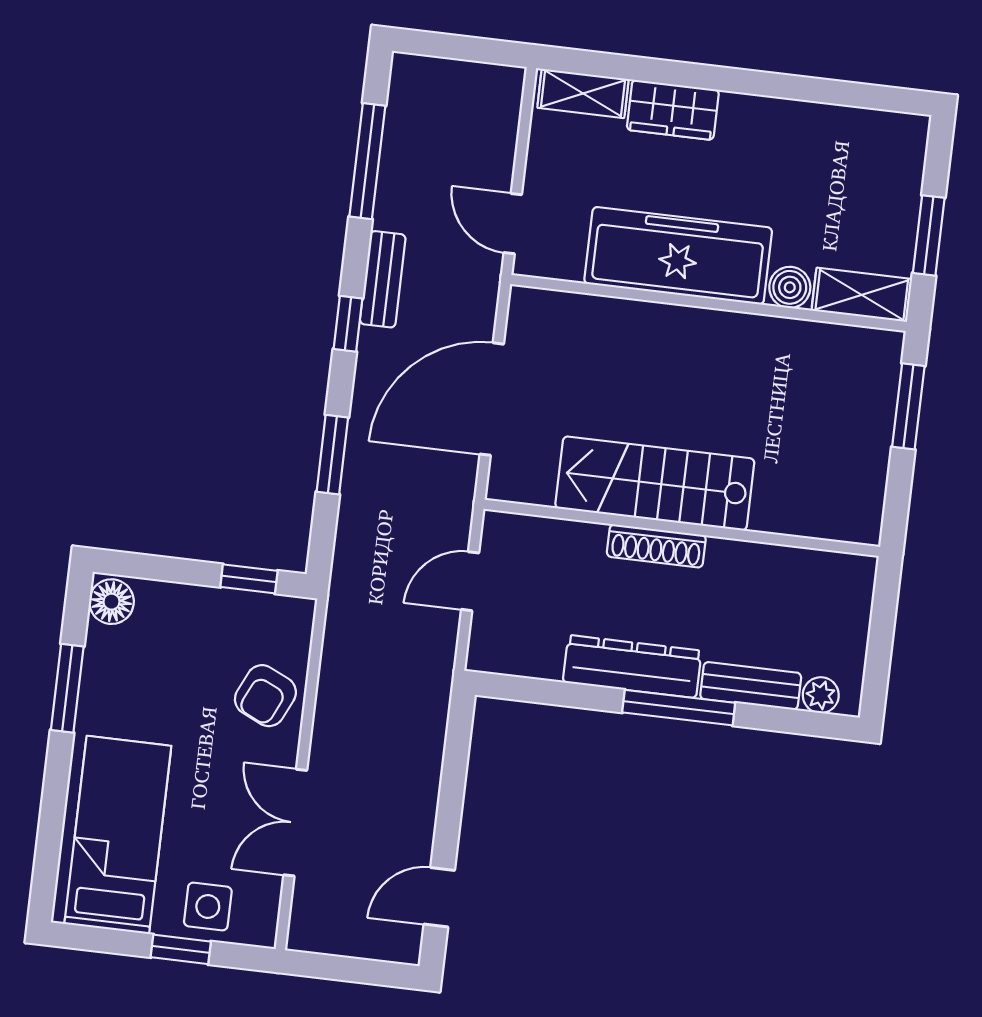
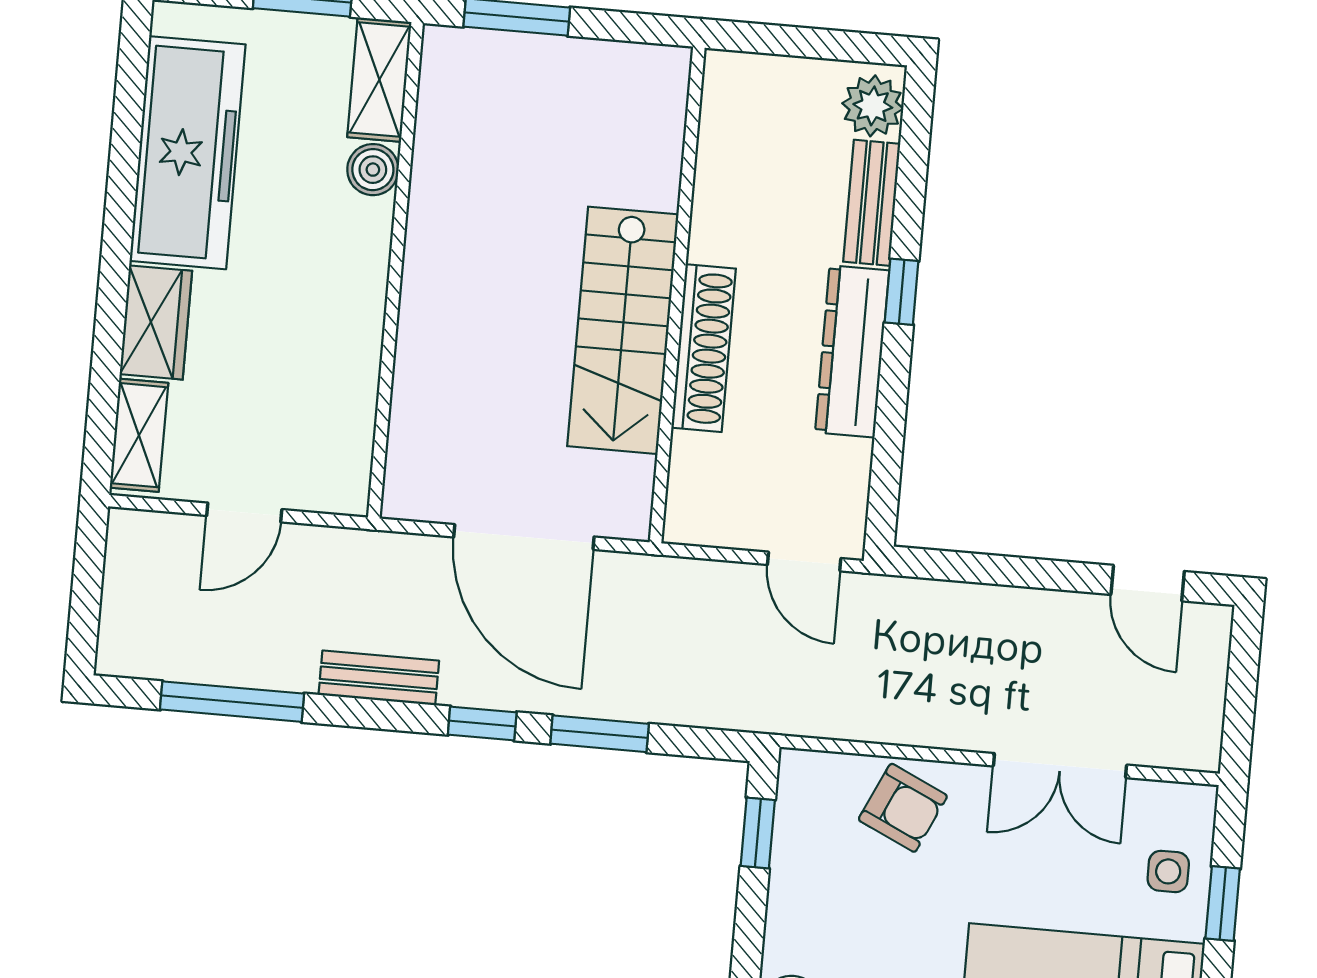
door: (513, 224) -> (244, 513), moved
freezer: (678, 256) -> (188, 153), moved, turned 180
window: (348, 324) -> (482, 723), moved
shoe rack: (656, 546) -> (704, 348), width x1.36, depth x1.24
door: (470, 581) -> (804, 562), moved
plant: (821, 695) -> (873, 106), width x1.38, depth x1.38
window: (679, 708) -> (902, 292), width x0.46
side table: (208, 907) -> (1168, 871), width x0.73, depth x0.73

